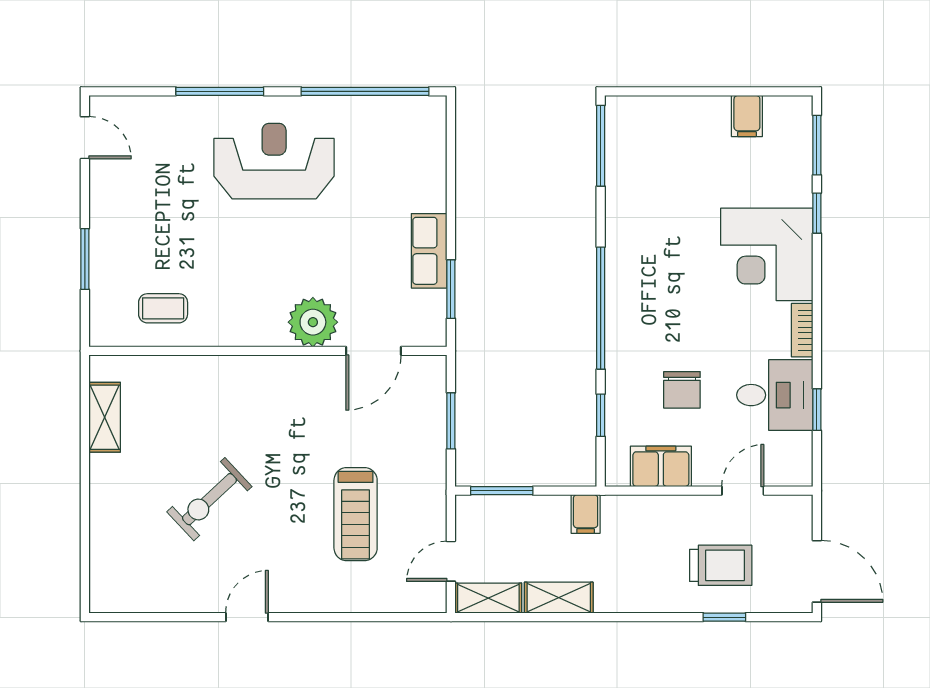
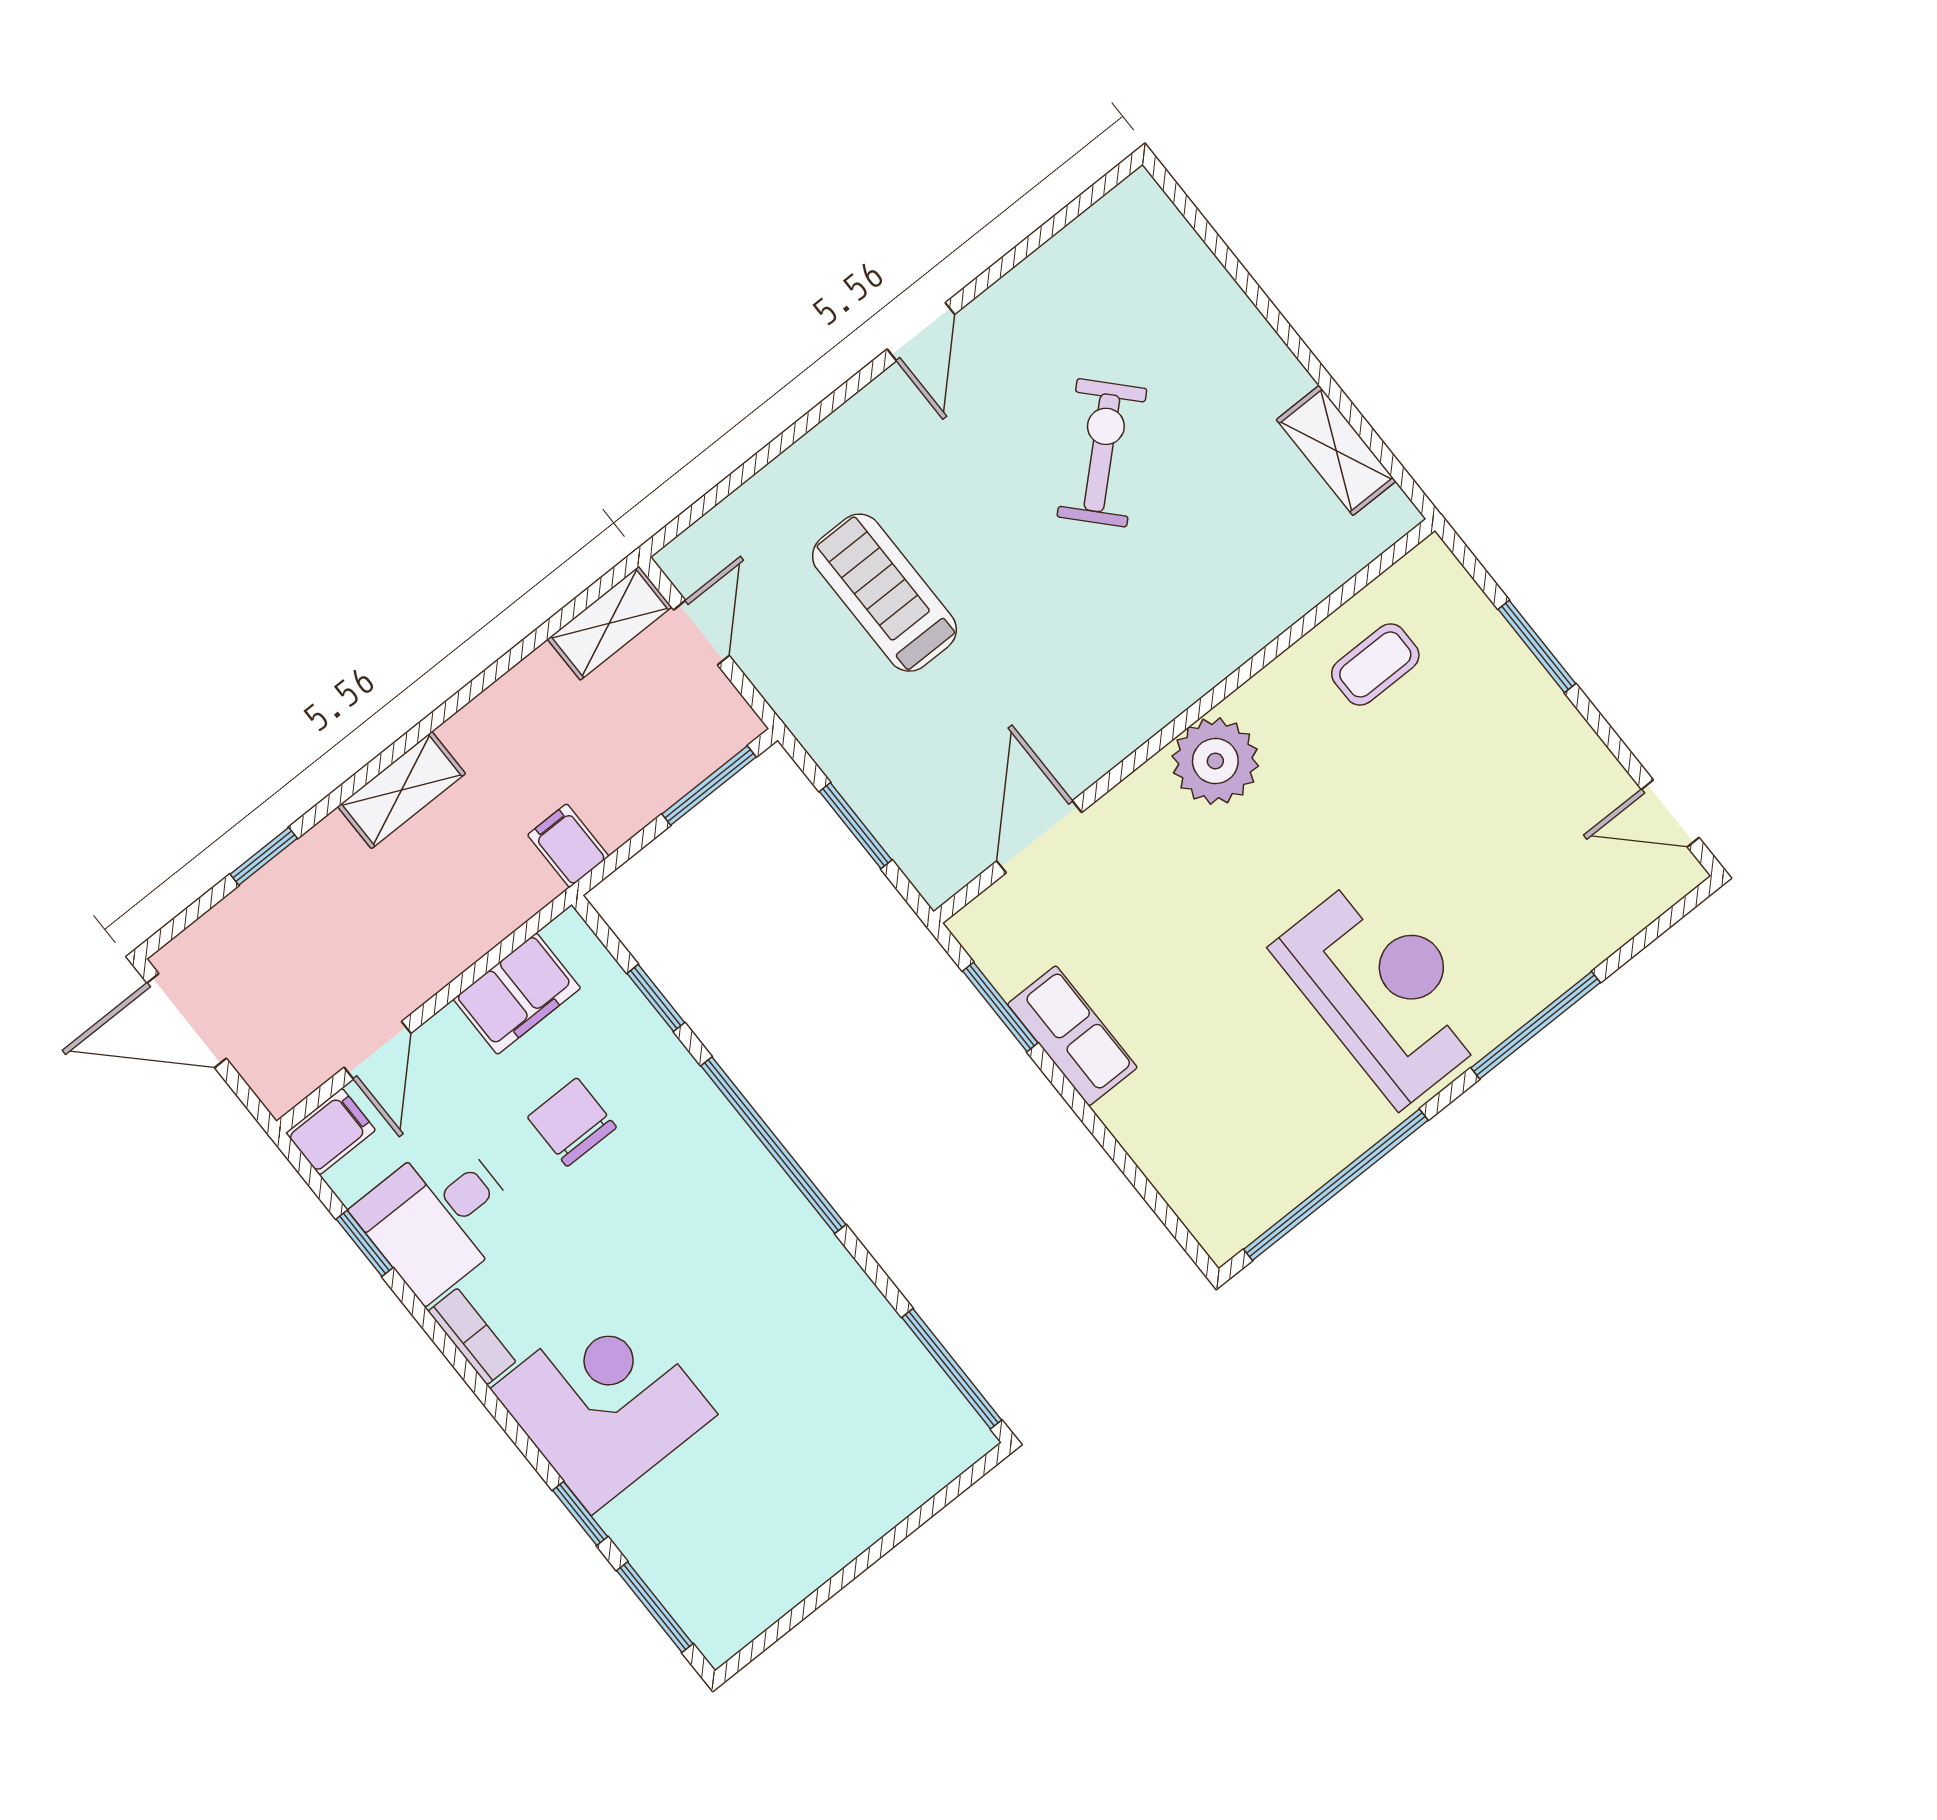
filing cabinet: (747, 116) -> (331, 1131), moved, turned 90
reception desk: (274, 161) -> (1384, 989), turned -90
plant: (313, 322) -> (1215, 761), moved
trolley: (721, 565) -> (326, 923), removed
shelving: (559, 598) -> (402, 790), moved

